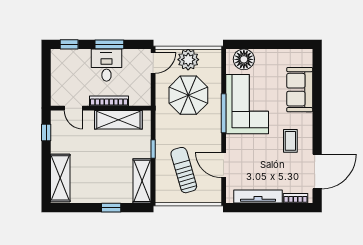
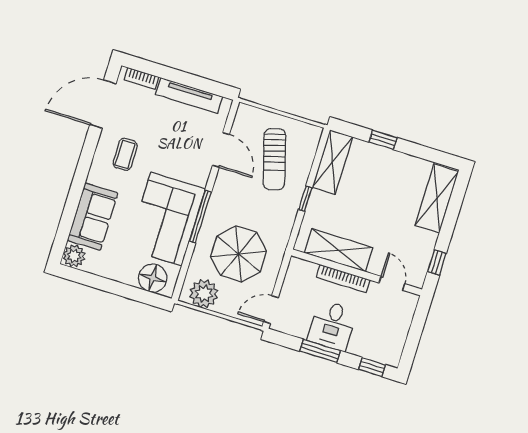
plant: (304, 58) -> (74, 256), added
plant: (188, 60) -> (204, 294), moved

